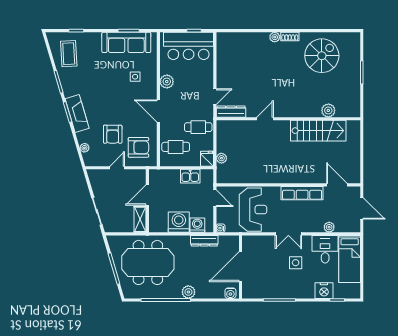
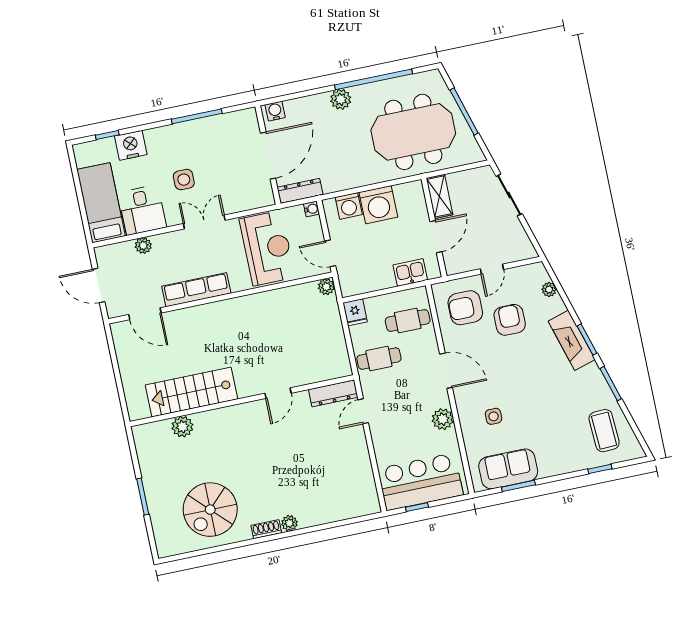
sofa: (126, 42) -> (508, 469), width x0.73
plant: (221, 158) -> (326, 287), moved
kitchen sink: (190, 176) -> (410, 272), moved
reception desk: (253, 210) -> (267, 248), turned 180
dresser: (204, 241) -> (300, 191), moved

